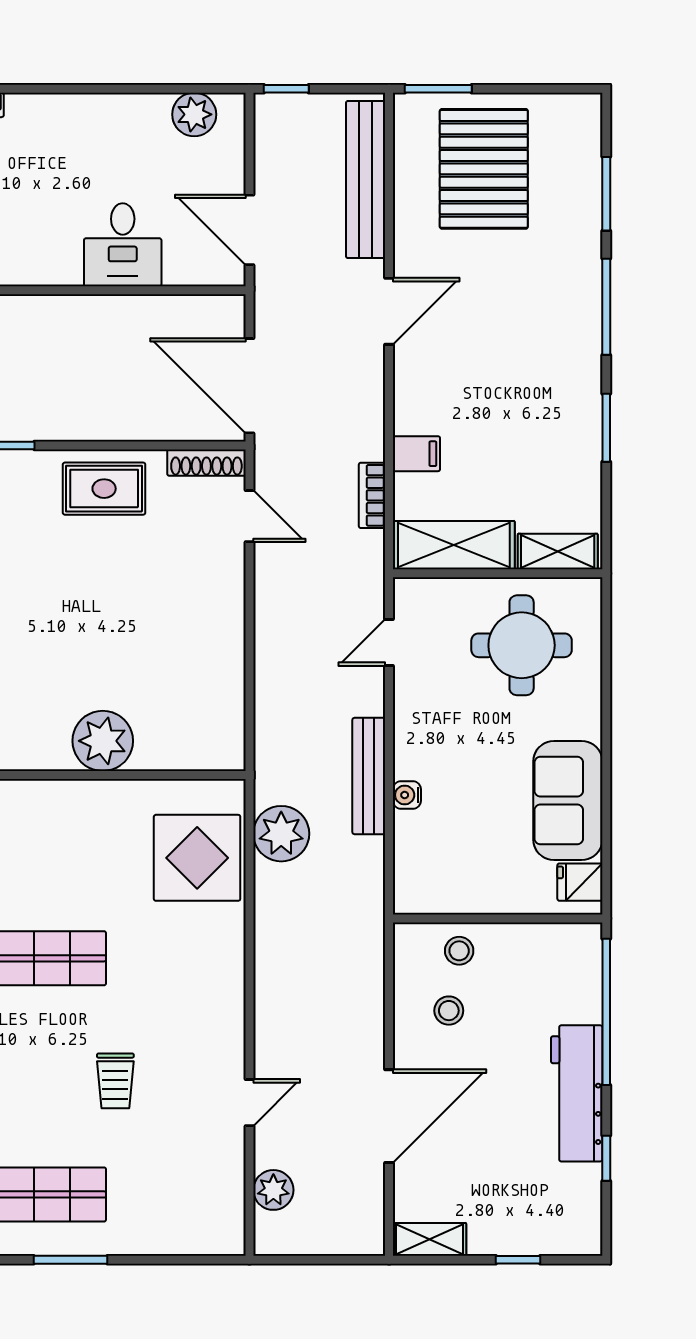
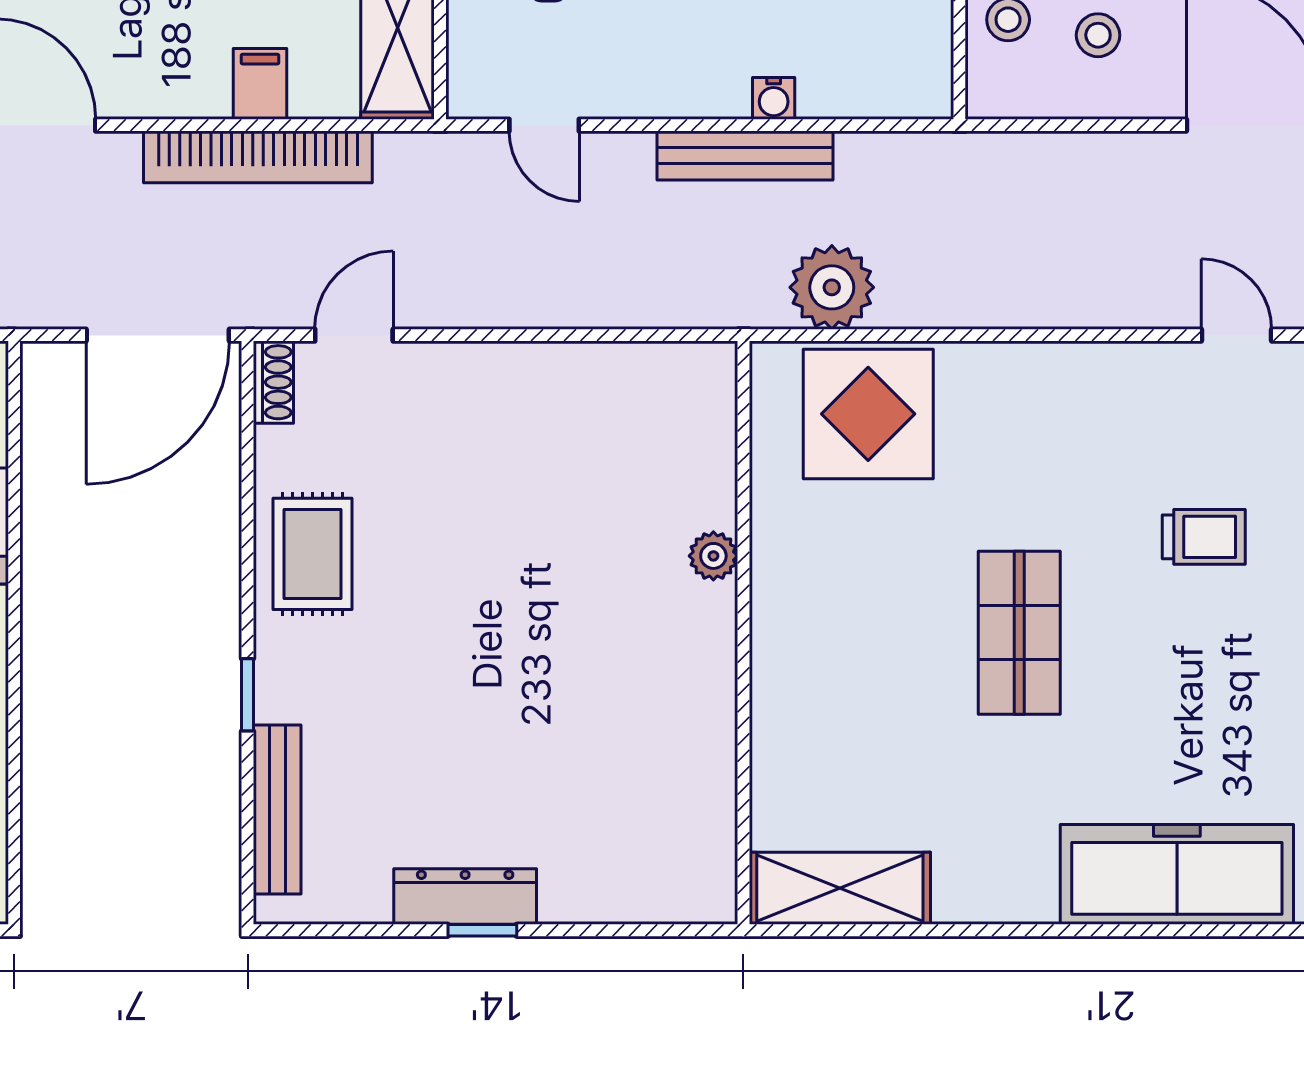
shoe rack: (206, 463) -> (273, 382), width x0.70
bookcase: (372, 495) -> (258, 157), width x2.31, depth x1.31
plant: (103, 741) -> (713, 556), width x0.53, depth x0.53

